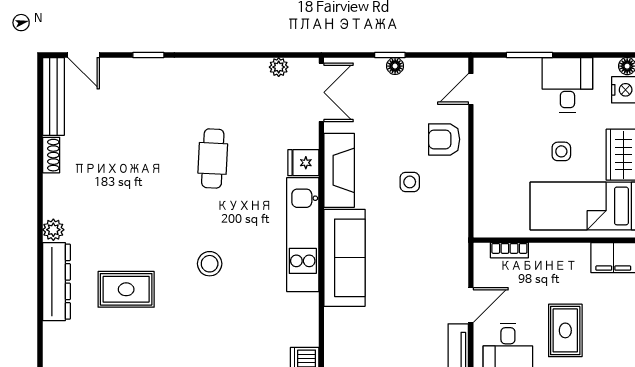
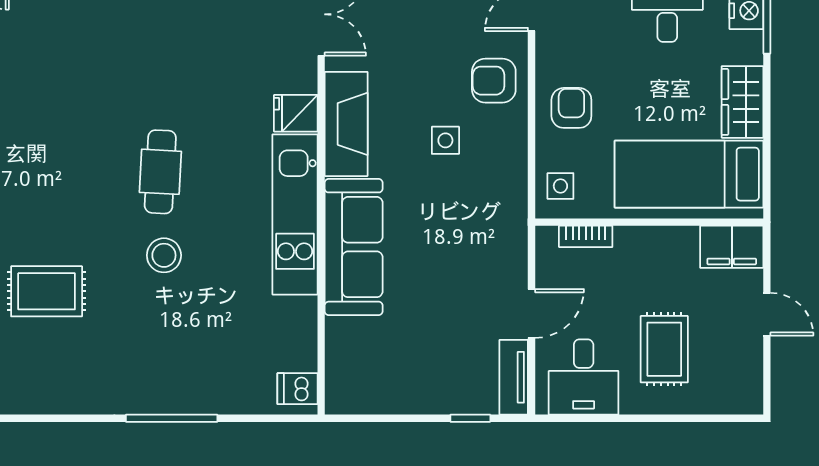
side table: (561, 151) -> (560, 186), moved
cafe table: (213, 158) -> (160, 172), moved
armchair: (499, 159) -> (571, 108), added

